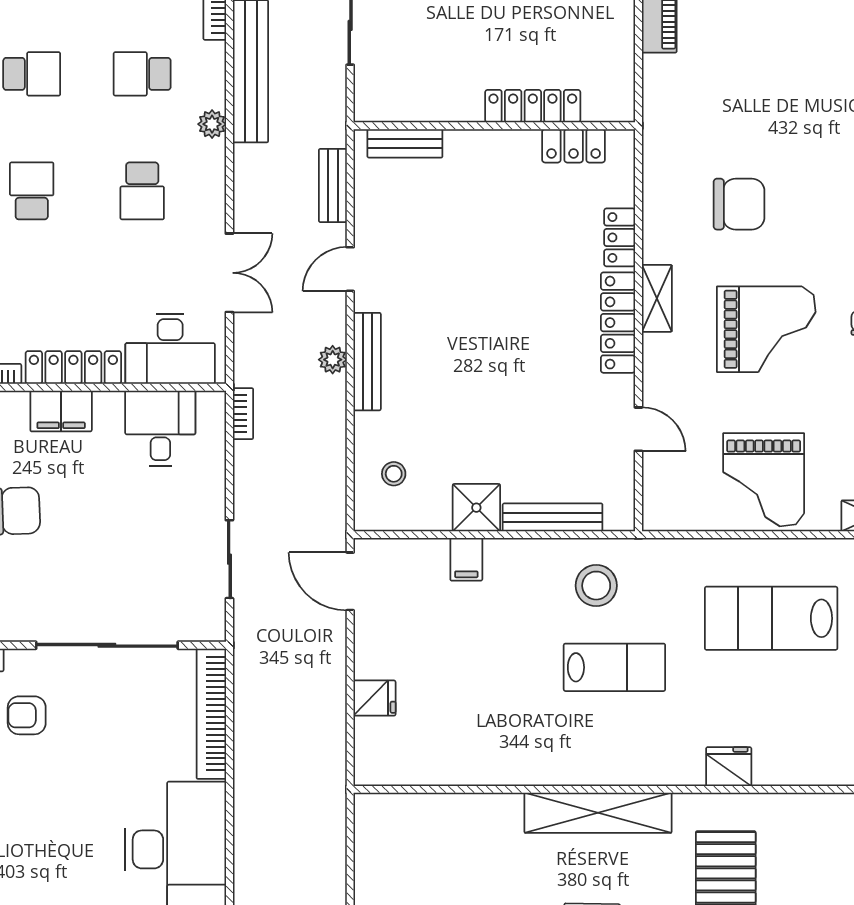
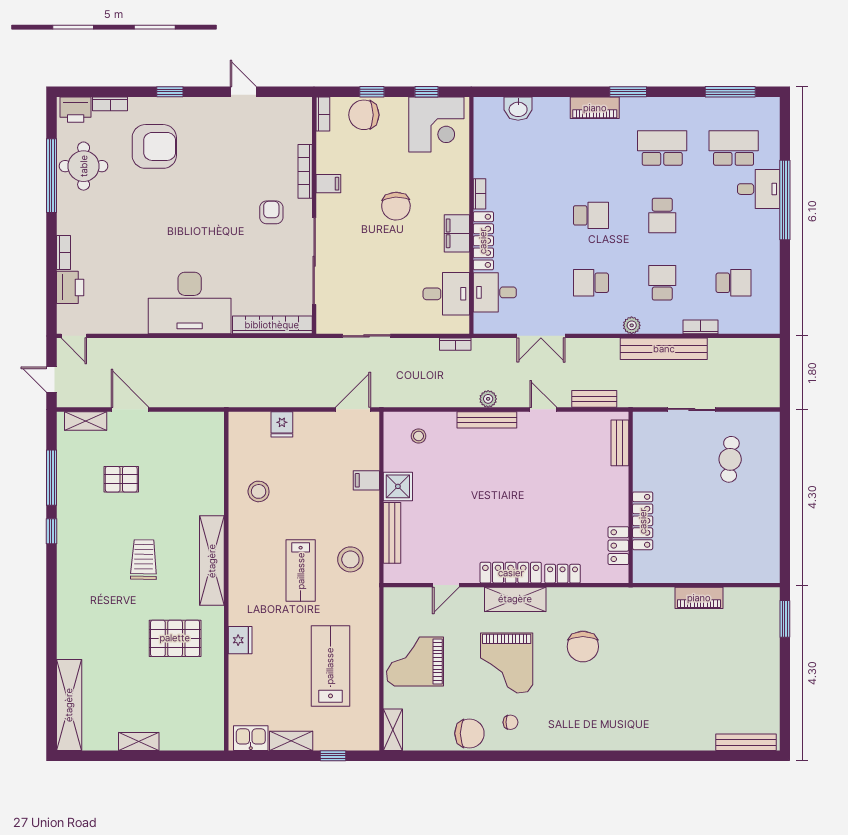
shelving: (657, 298) -> (515, 599), width x1.50, depth x1.33
desk: (170, 349) -> (495, 292), width x0.73
stool: (485, 736) -> (259, 491), added

